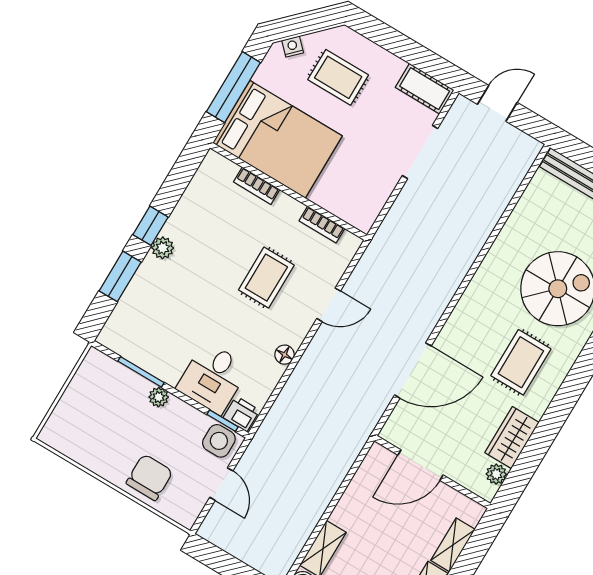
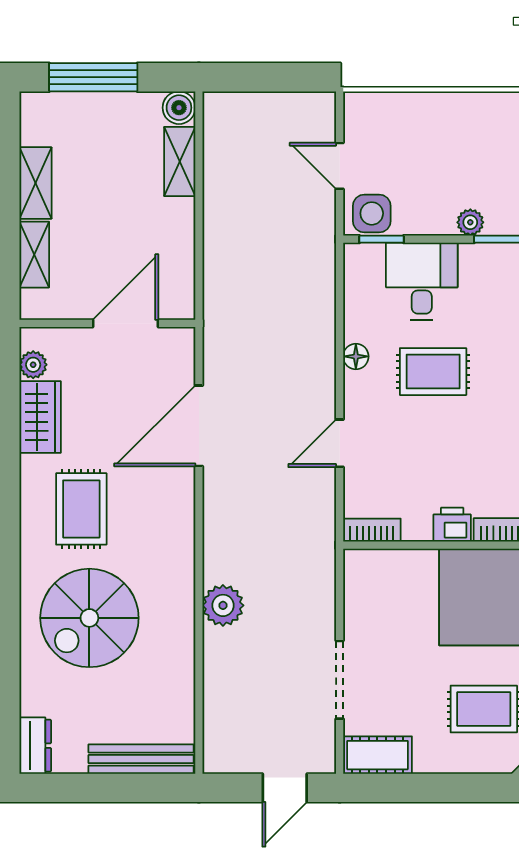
bookcase: (322, 225) -> (372, 530), moved
plant: (467, 245) -> (223, 605), added
rug: (266, 277) -> (433, 372), moved, turned 90
printer: (241, 414) -> (452, 525), moved, turned 180
chair: (149, 477) -> (426, 125), removed

